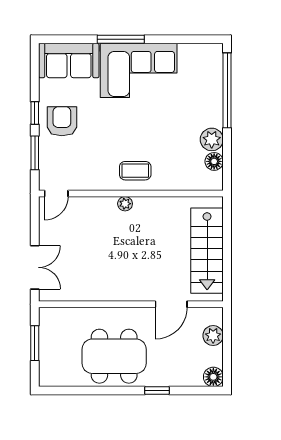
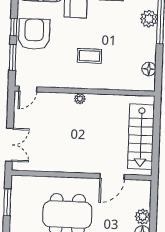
armchair: (62, 121) -> (34, 34), width x1.36, depth x1.36
plant: (212, 139) -> (149, 19), moved
coffee table: (135, 171) -> (90, 56), moved
plant: (213, 336) -> (143, 217), moved

